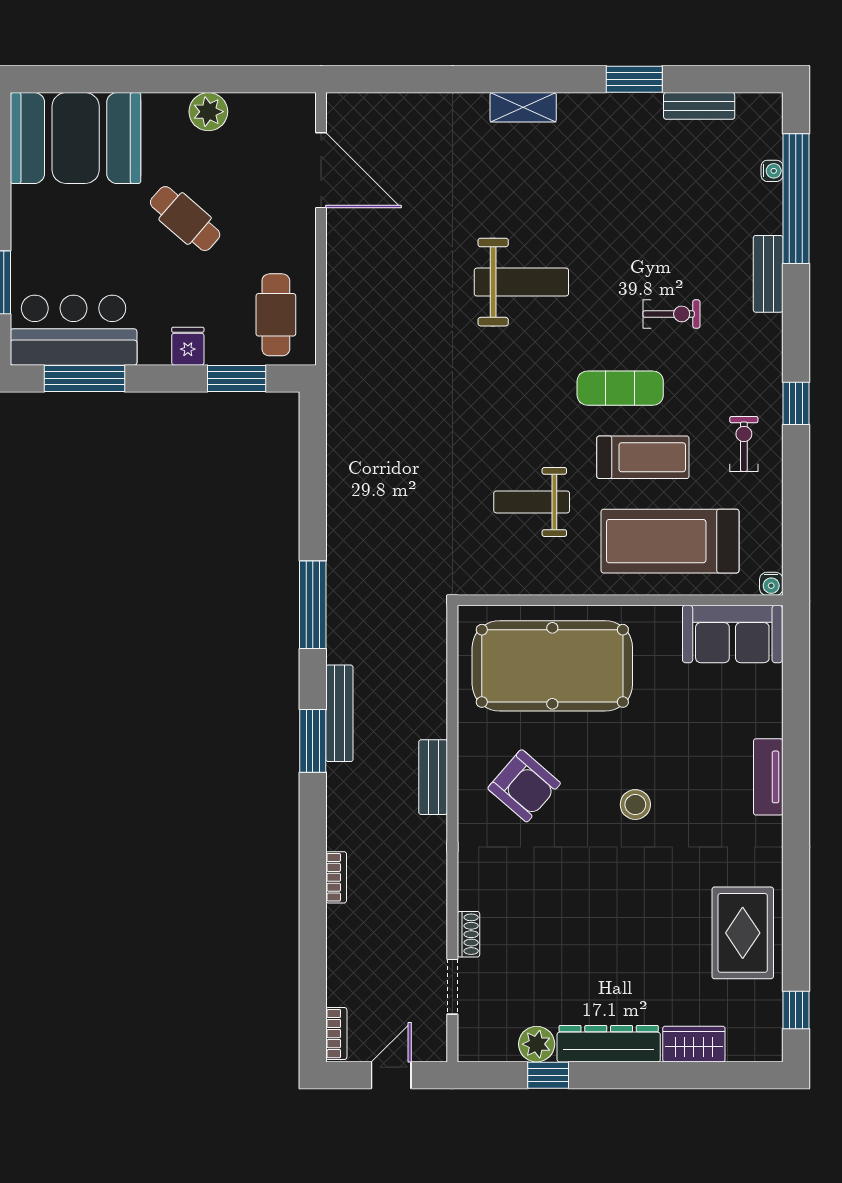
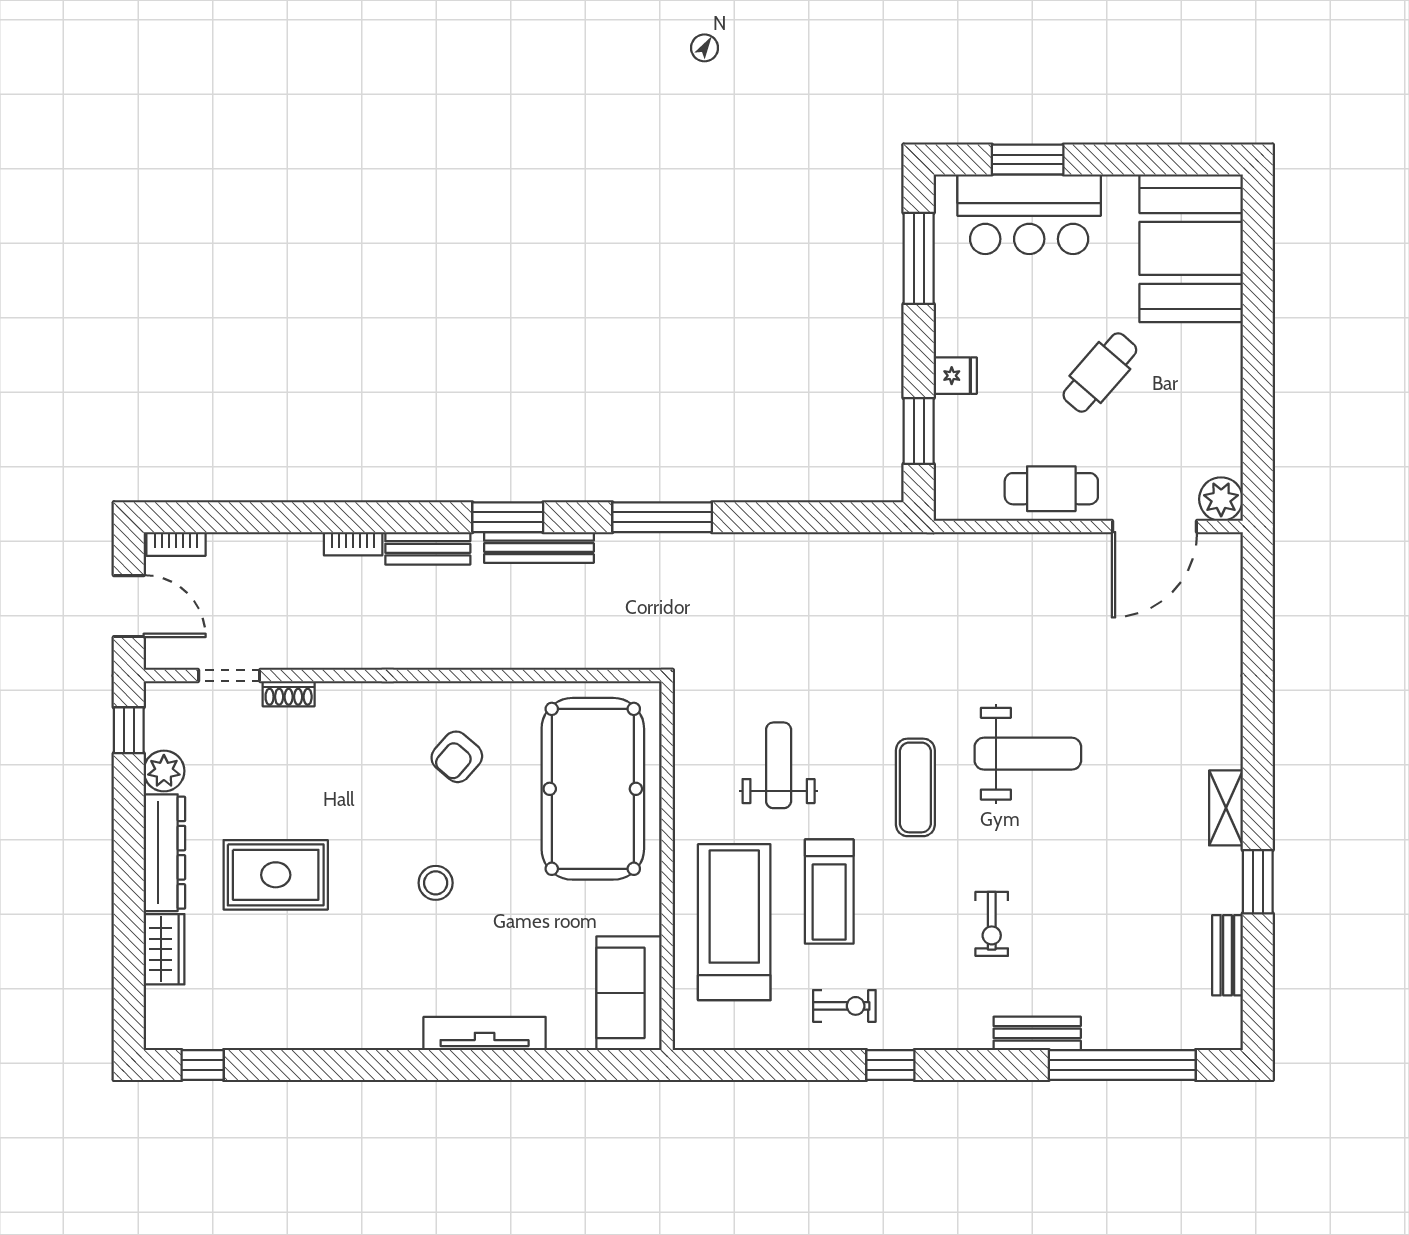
shelving: (523, 107) -> (1226, 808), moved
plant: (208, 112) -> (1221, 499), moved
water cooler: (772, 171) -> (1154, 1038), removed
weight bench: (521, 282) -> (1028, 754), turned -90
cafe table: (276, 315) -> (1051, 489), moved
bar counter: (74, 330) -> (1029, 214), moved, turned 90
exercise mat: (620, 388) -> (915, 787), moved
water cooler: (771, 584) -> (686, 1037), removed
bench: (433, 777) -> (428, 548), moved
tv unit: (768, 777) -> (485, 1033), width x1.41
armchair: (524, 786) -> (457, 757), width x0.72, depth x0.72
rug: (743, 933) -> (276, 875), moved
door: (391, 1075) -> (129, 606), width x1.38
window: (548, 1075) -> (129, 730), moved

